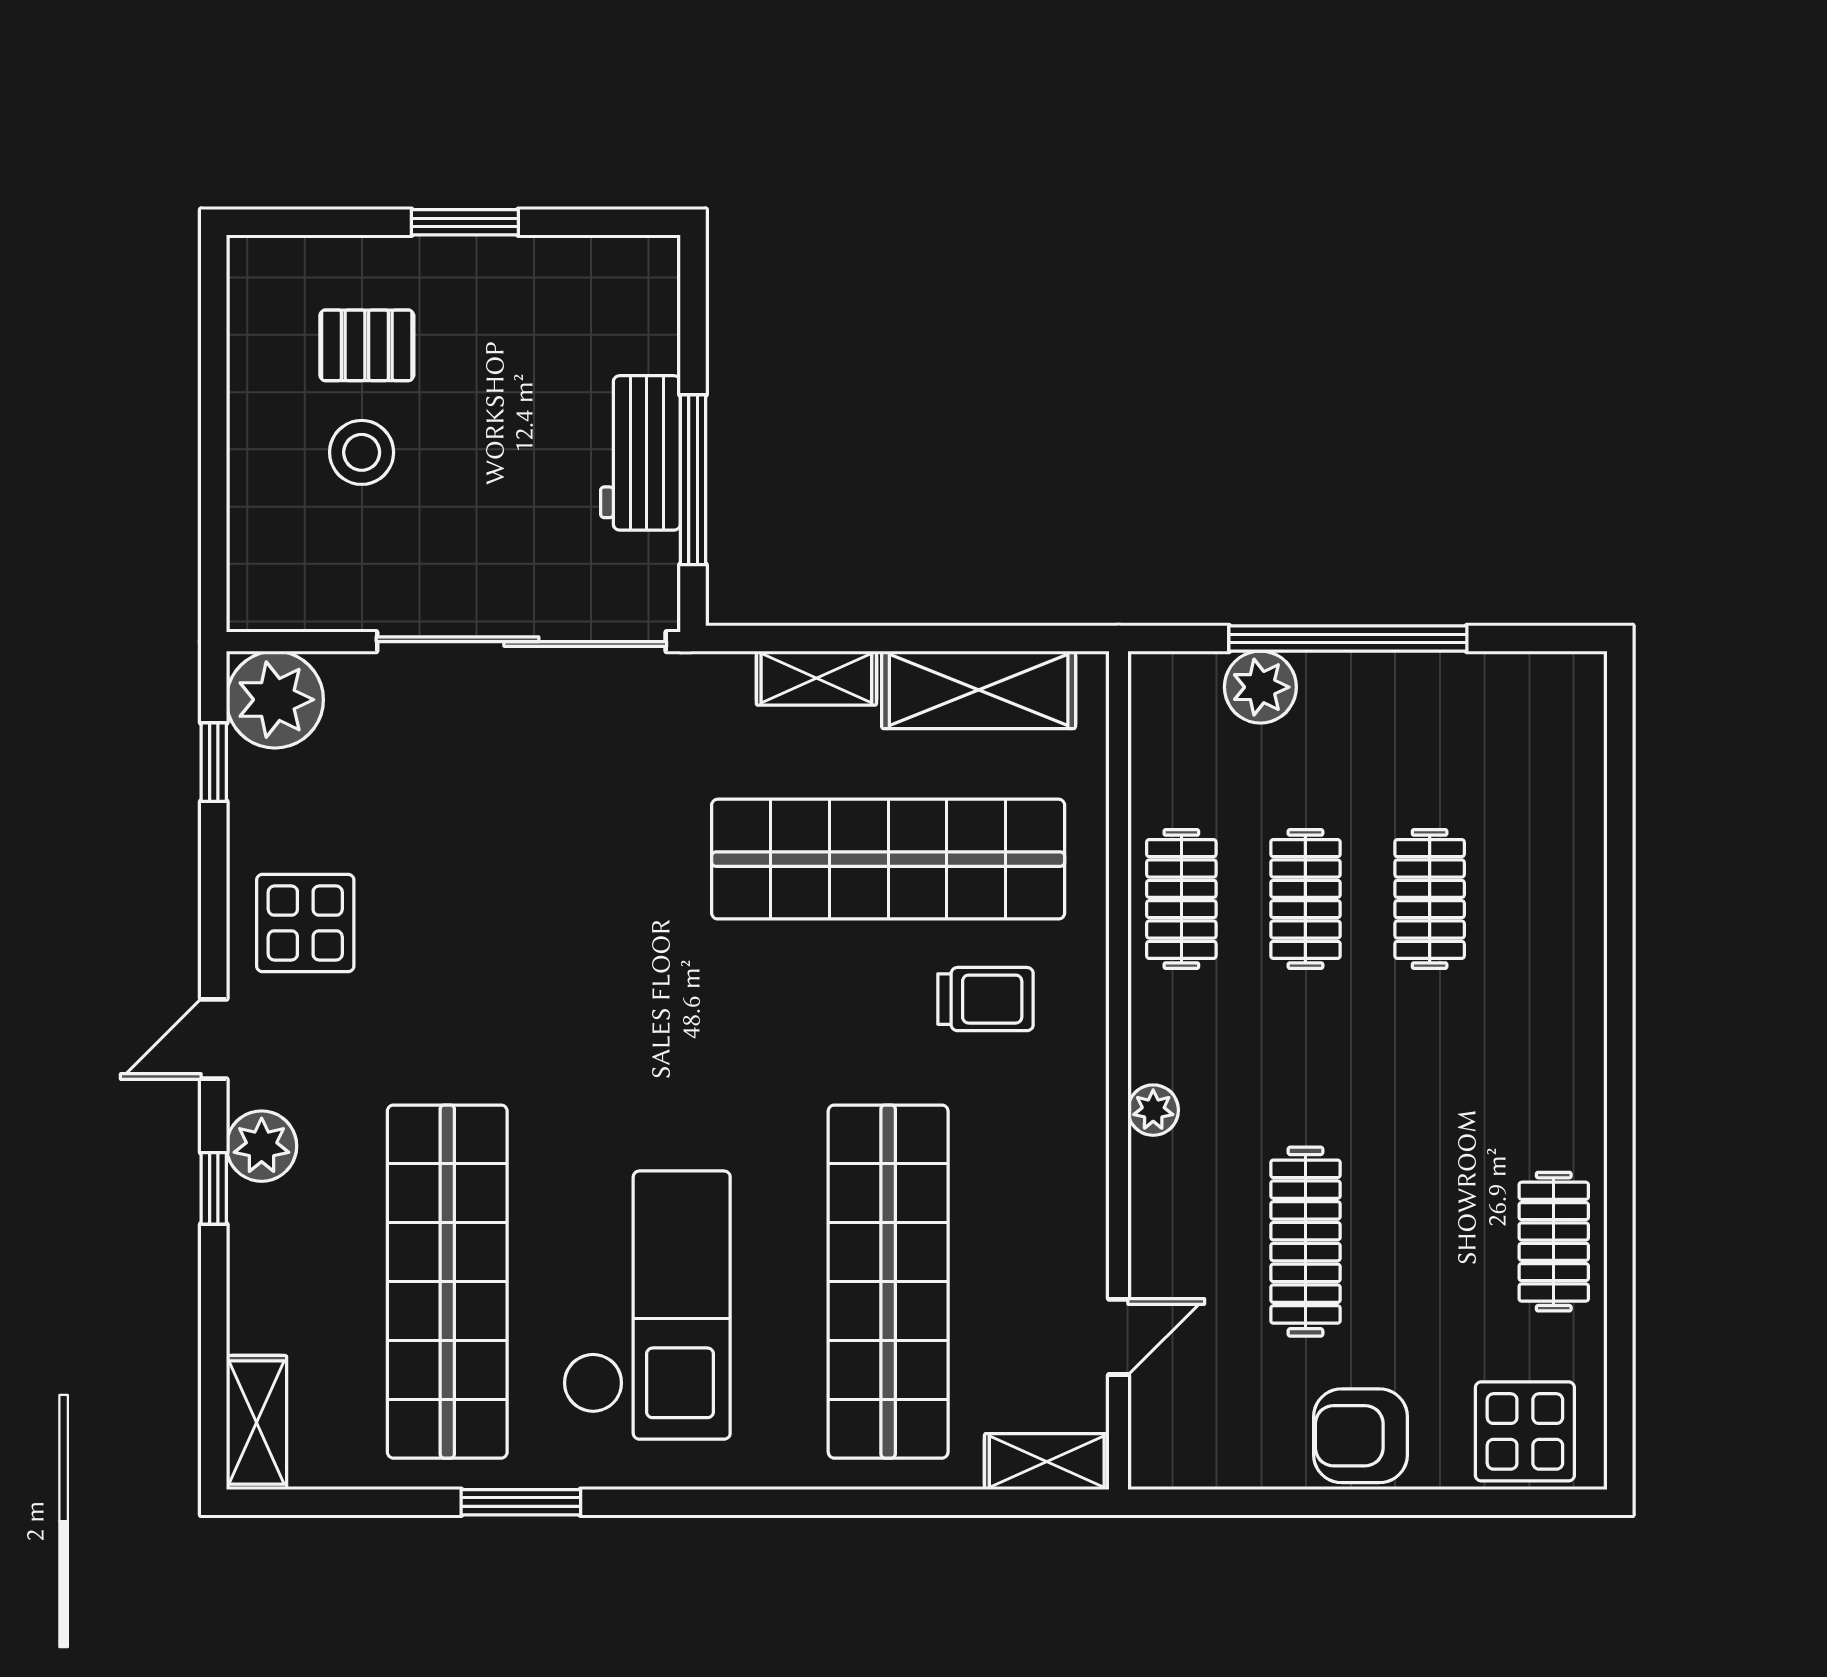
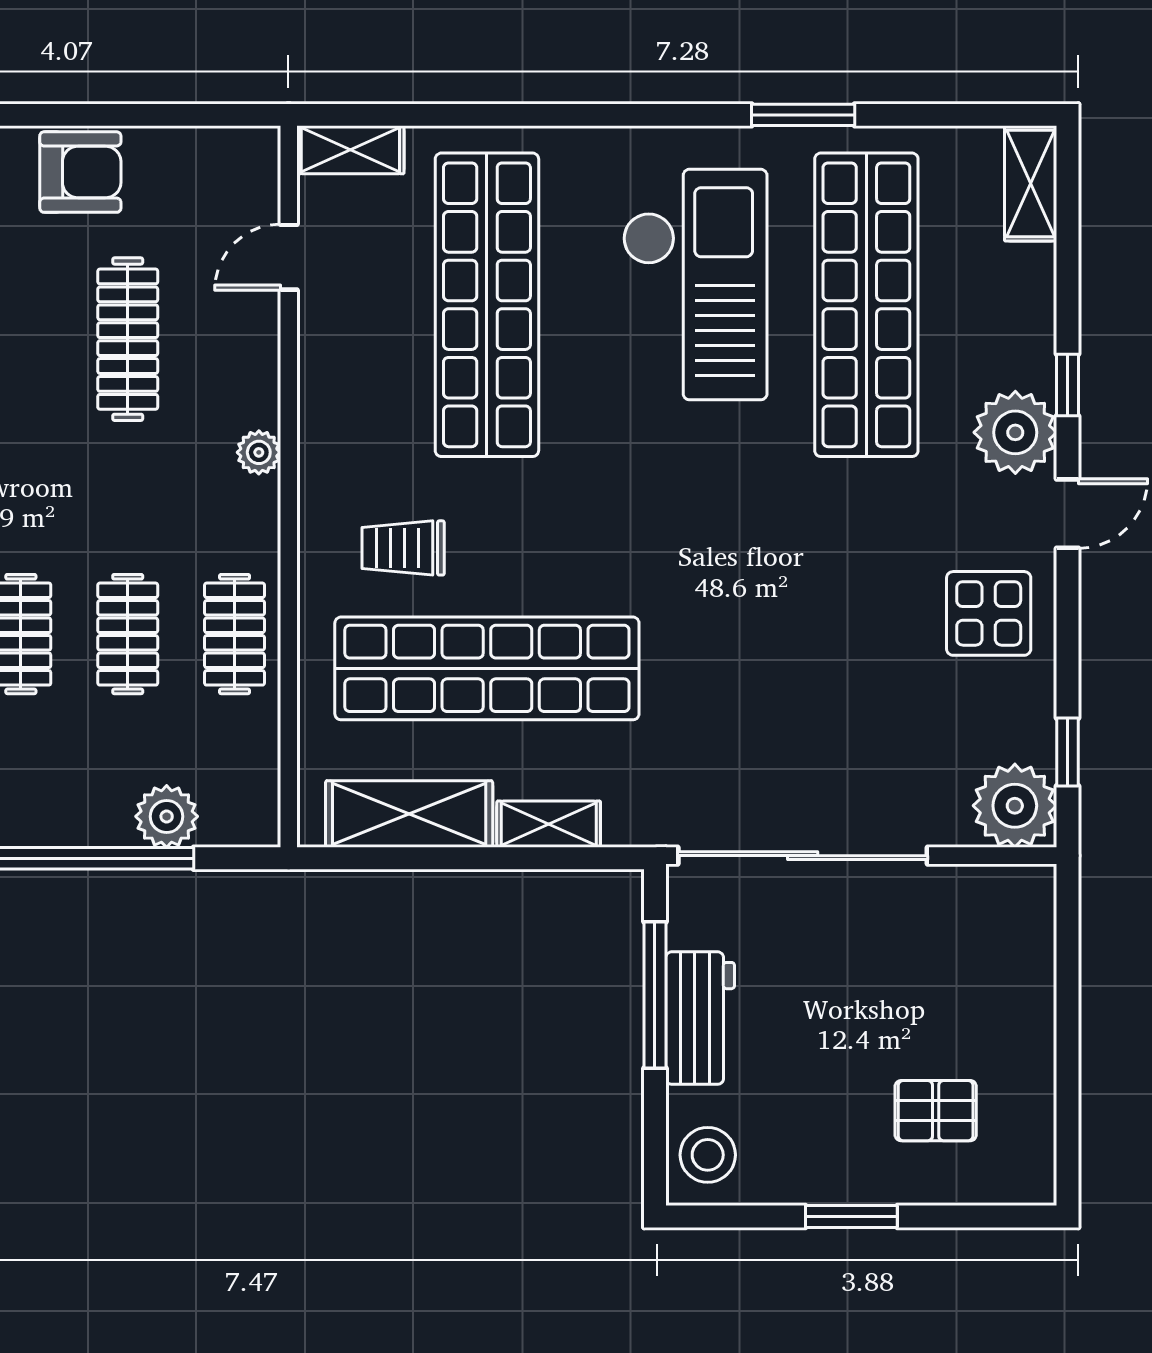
stool: (362, 452) -> (708, 1155), moved
plant: (262, 1146) -> (1015, 432), width x1.36, depth x1.36
checkout: (647, 1305) -> (695, 285), turned 180

